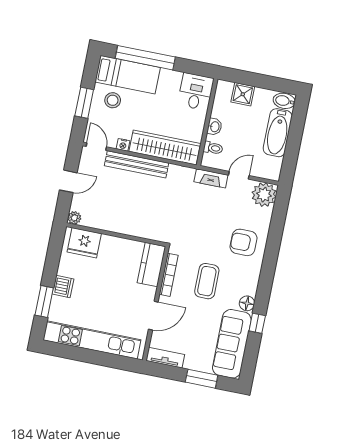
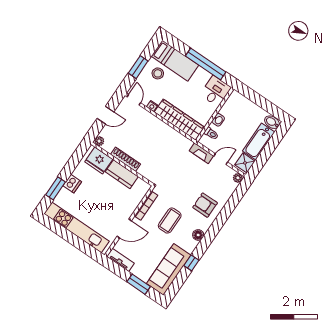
window: (145, 58) -> (206, 64), moved
shower: (243, 94) -> (245, 163), moved
bench: (137, 164) -> (156, 123), removed
plant: (264, 195) -> (238, 178), width x0.53, depth x0.53
shoe rack: (118, 227) -> (126, 159), added
kitchen counter: (151, 265) -> (122, 174), moved, turned -90
floor lamp: (247, 303) -> (198, 235), moved

